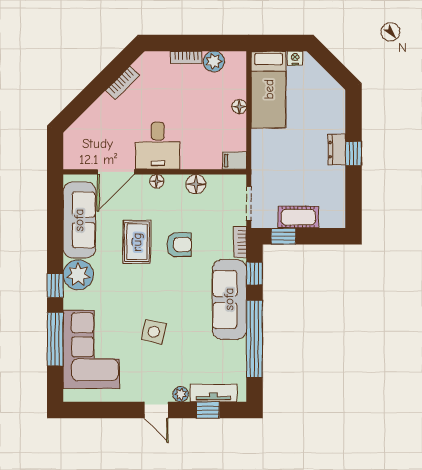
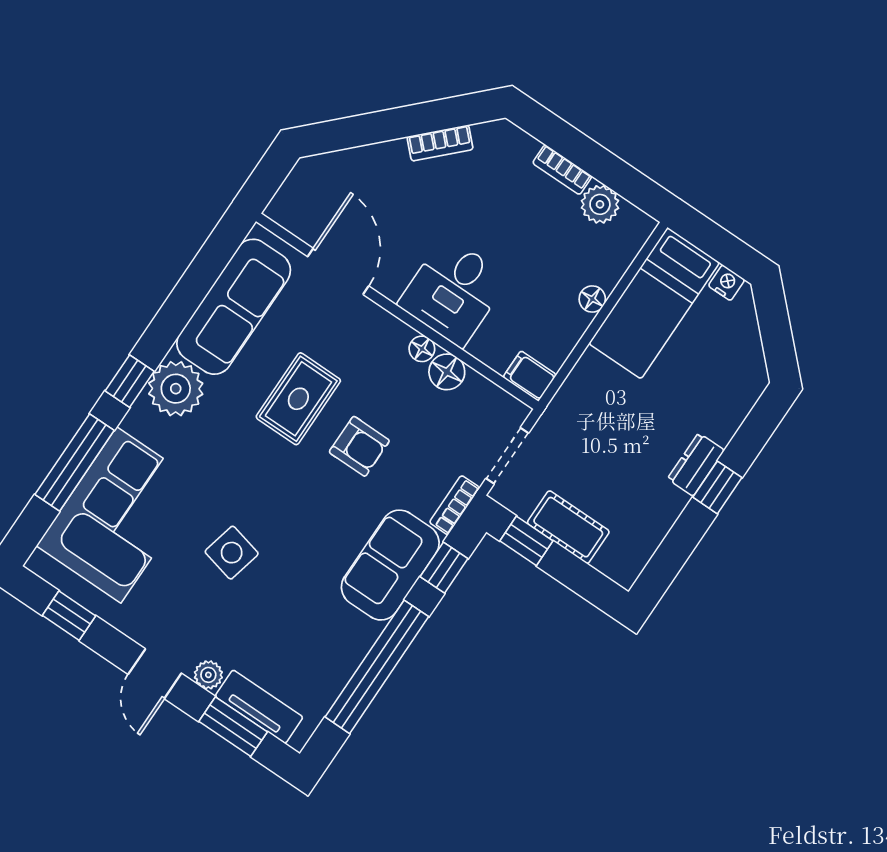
desk: (158, 146) -> (453, 291), moved
door: (116, 172) -> (338, 271), swing flipped
floor lamp: (157, 181) -> (422, 349), moved
sofa: (229, 299) -> (390, 565), width x0.73
window: (100, 410) -> (69, 616), added
window: (208, 410) -> (233, 727), width x1.50

